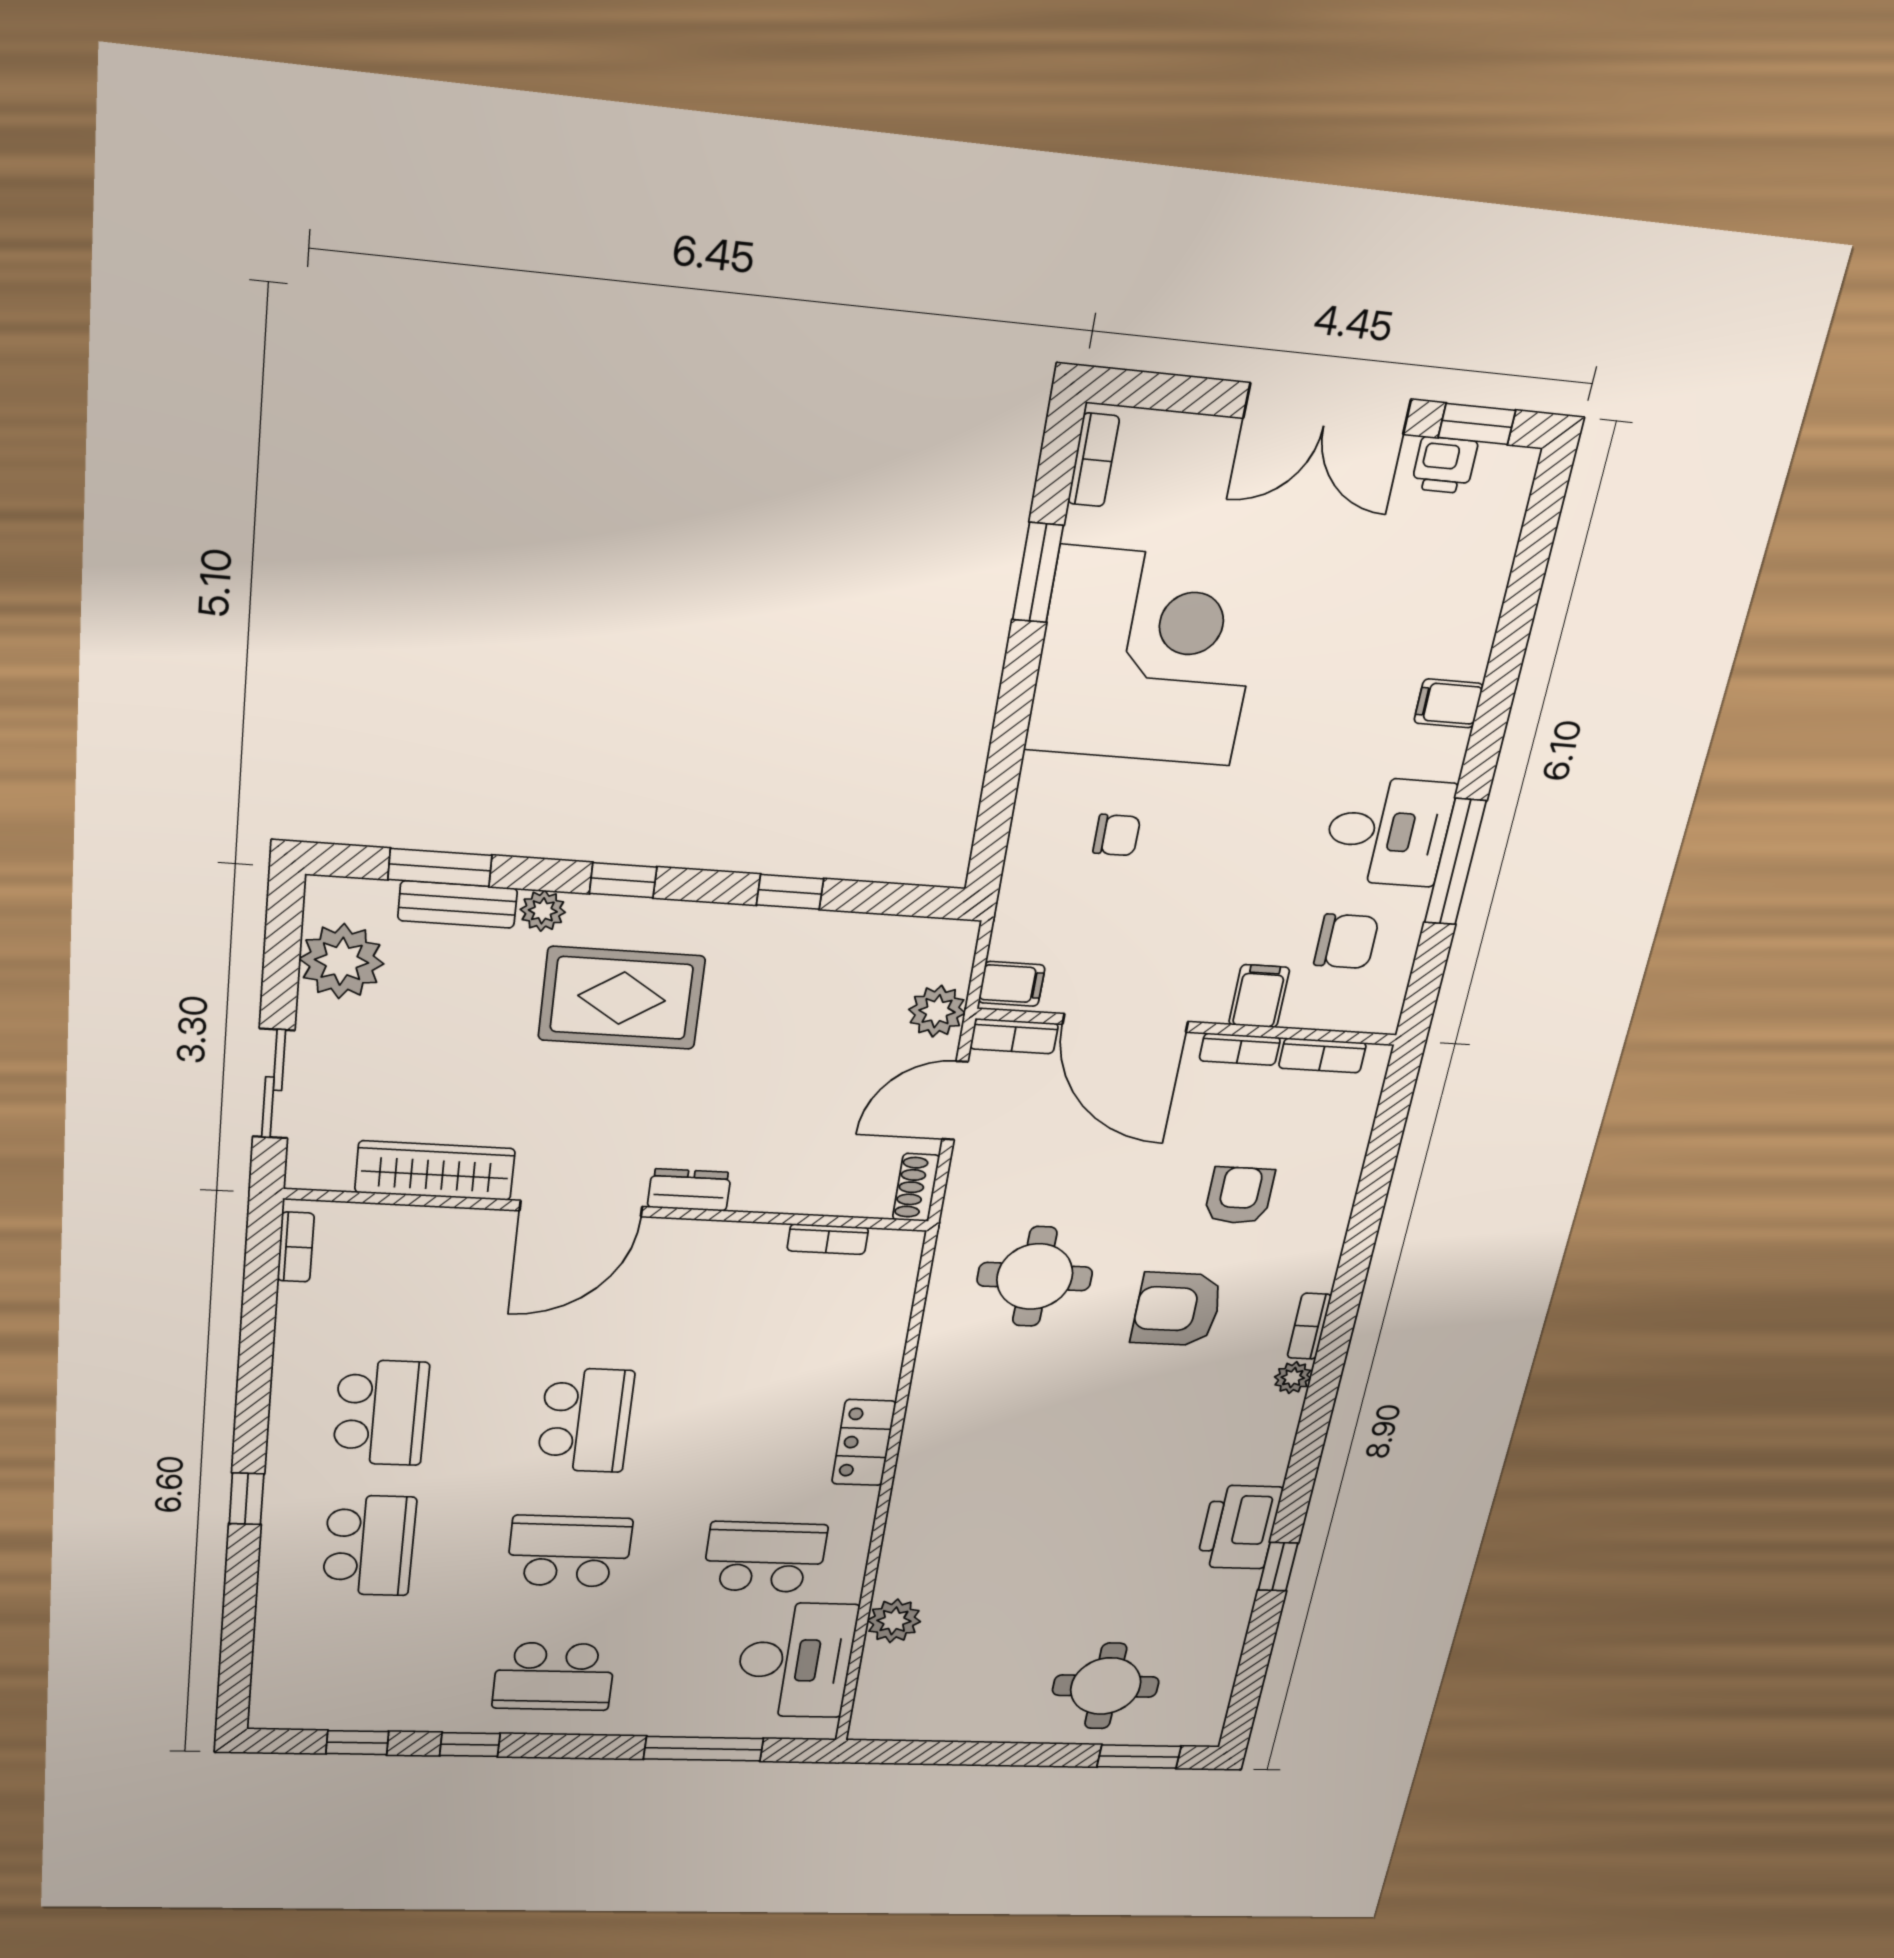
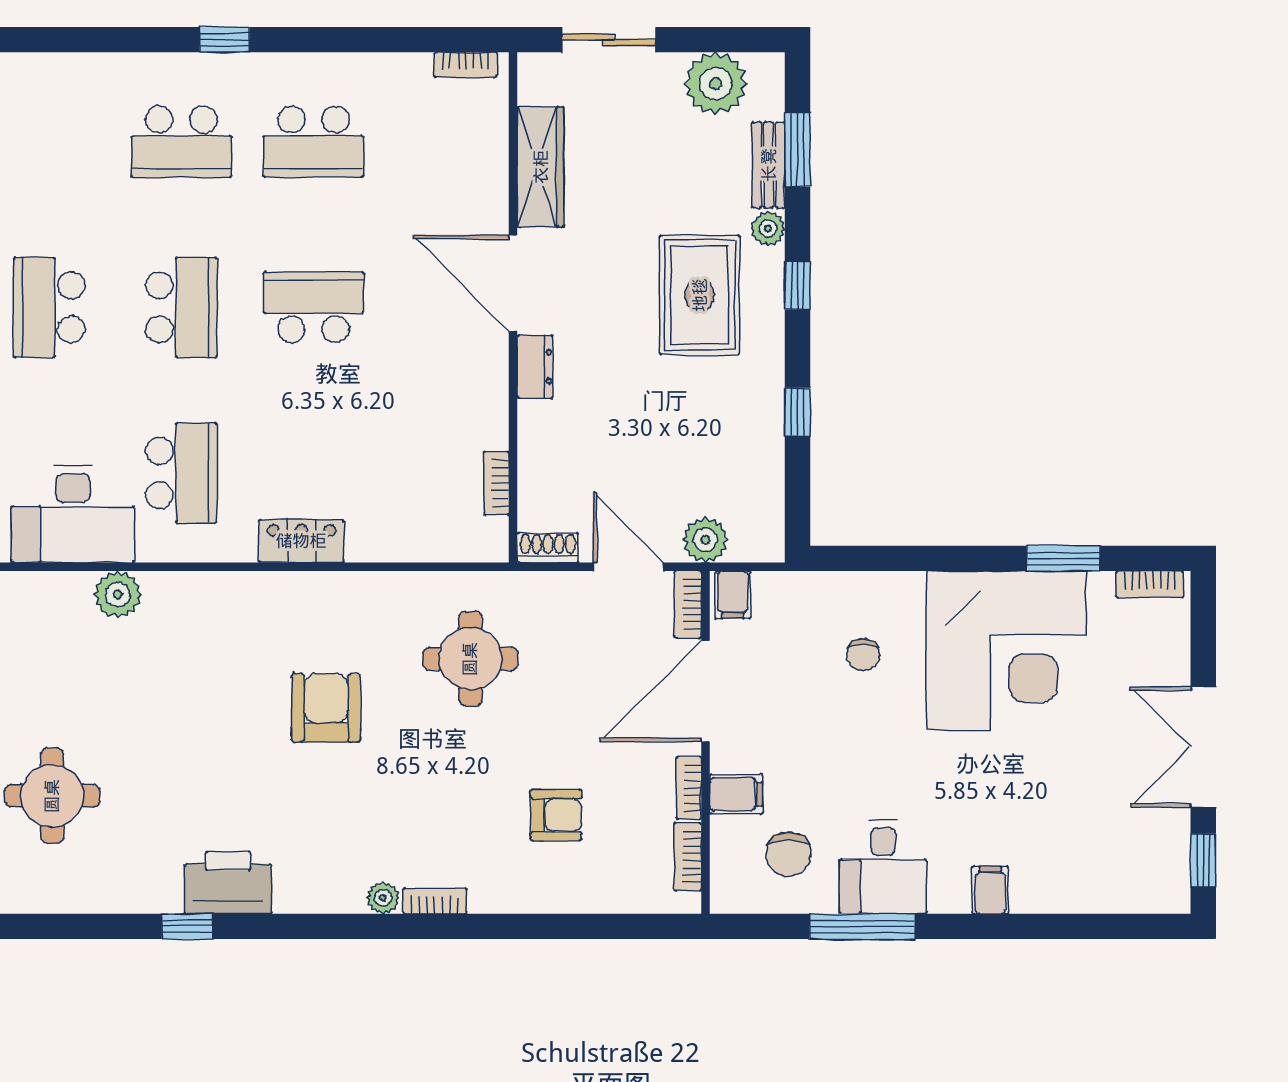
printer: (1444, 465) -> (1171, 843), removed
armchair: (1177, 1309) -> (326, 708), moved
school desk: (586, 1420) -> (313, 307), turned 180

